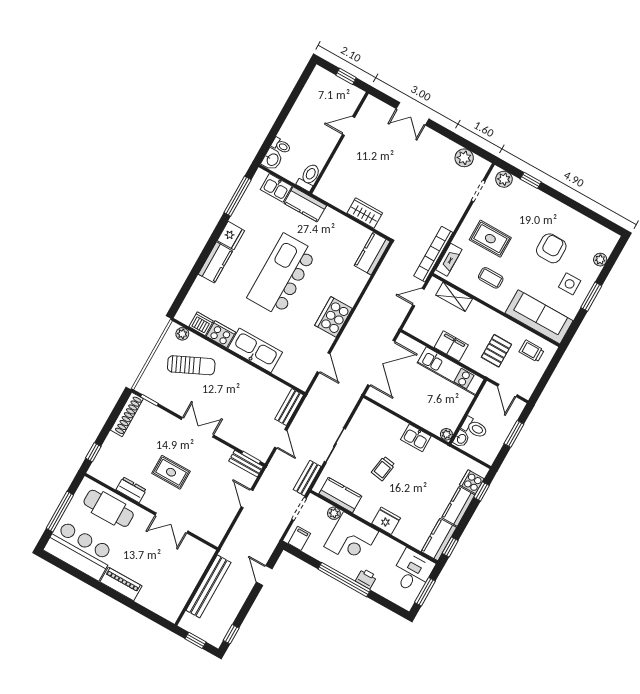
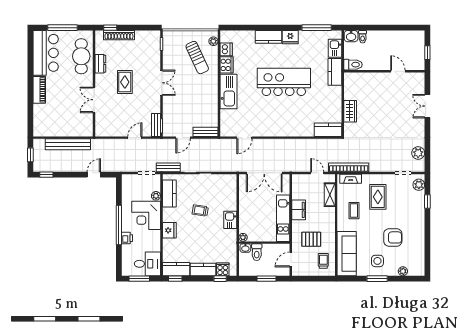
cooker: (334, 317) -> (276, 128), removed
shoe rack: (127, 414) -> (119, 35), moved
filing cabinet: (299, 538) -> (129, 183), removed

